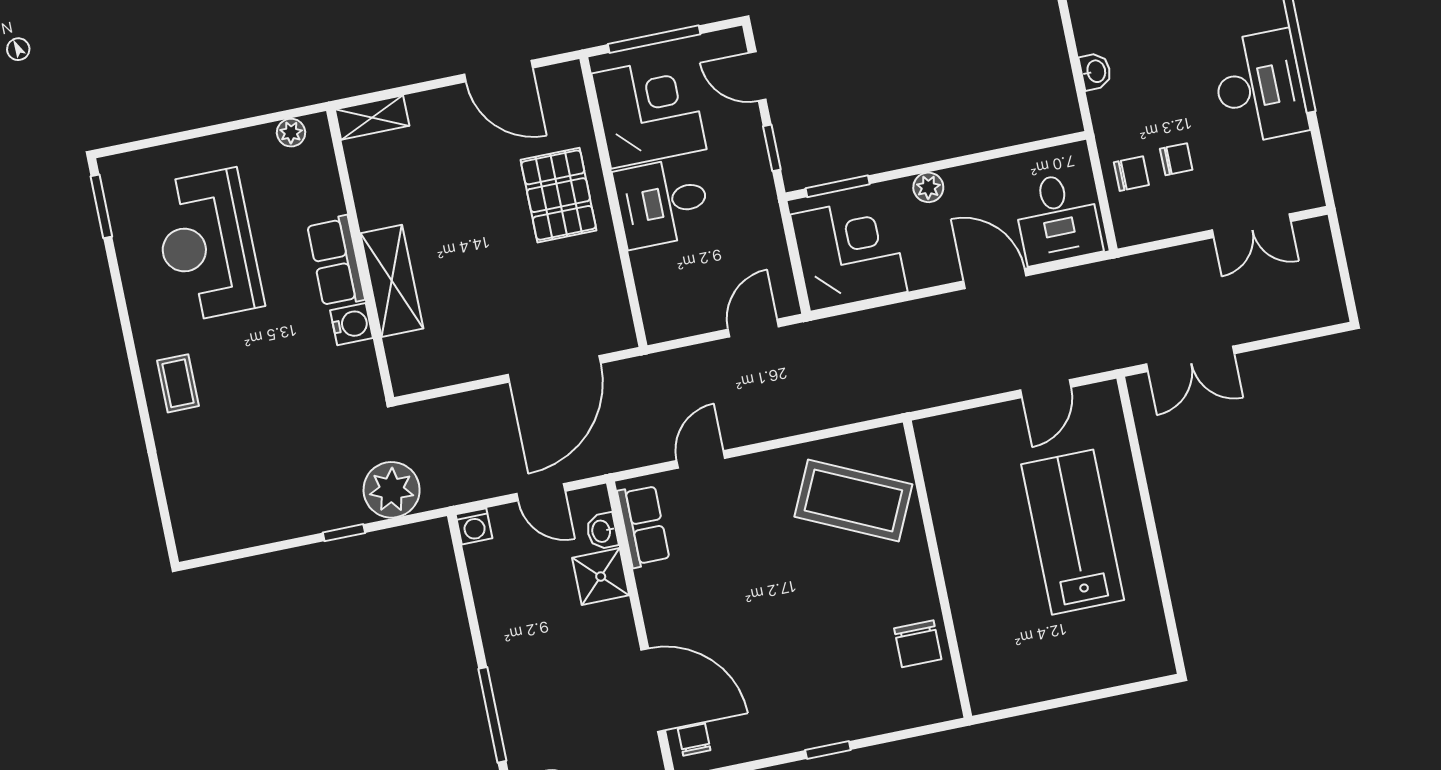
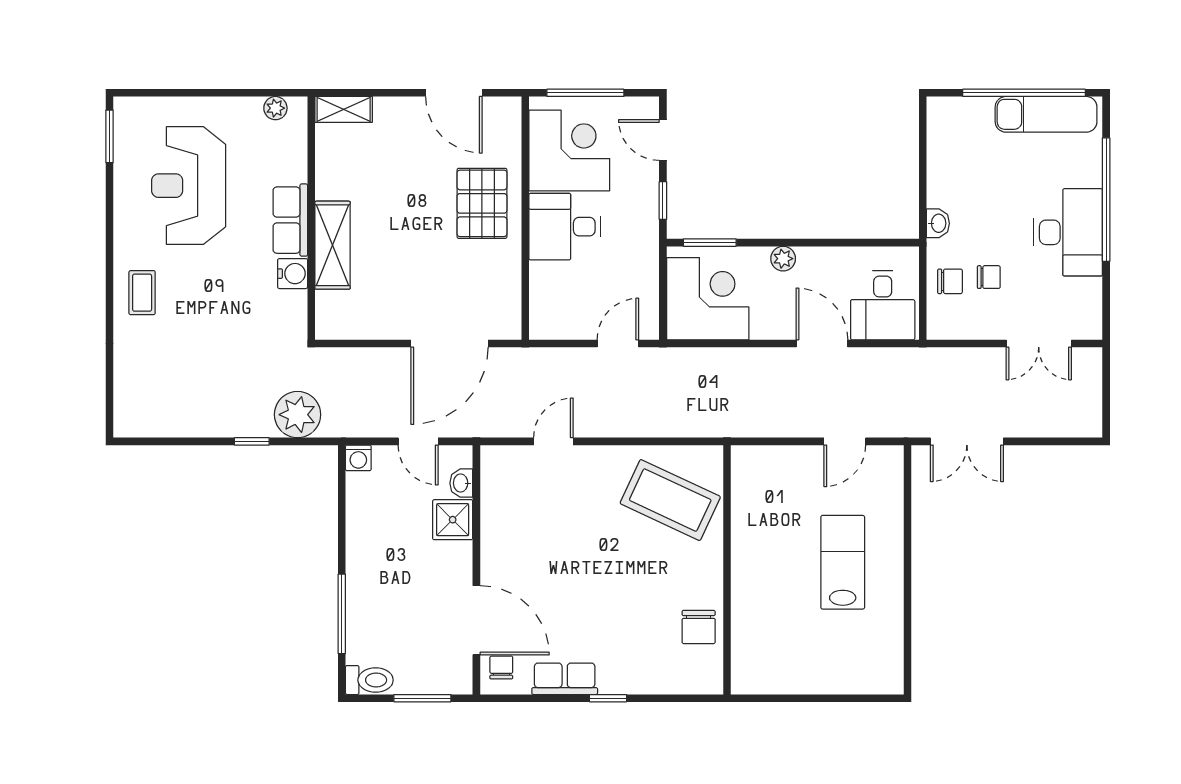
washbasin: (1095, 71) -> (938, 223), moved
row of seats: (643, 526) -> (565, 679), moved, turned -90
lab bench: (1073, 532) -> (843, 562), width x0.73, depth x0.72

